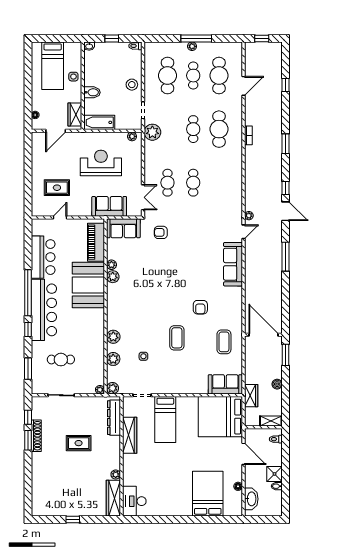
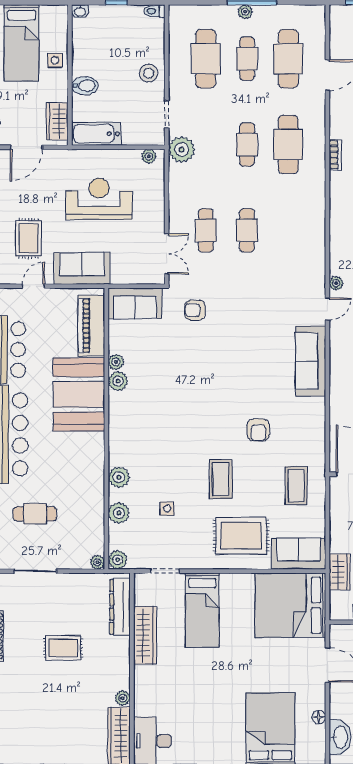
rug: (57, 188) -> (29, 238), turned 90
sofa: (109, 206) -> (82, 268), moved
rug: (190, 373) -> (241, 536), added

